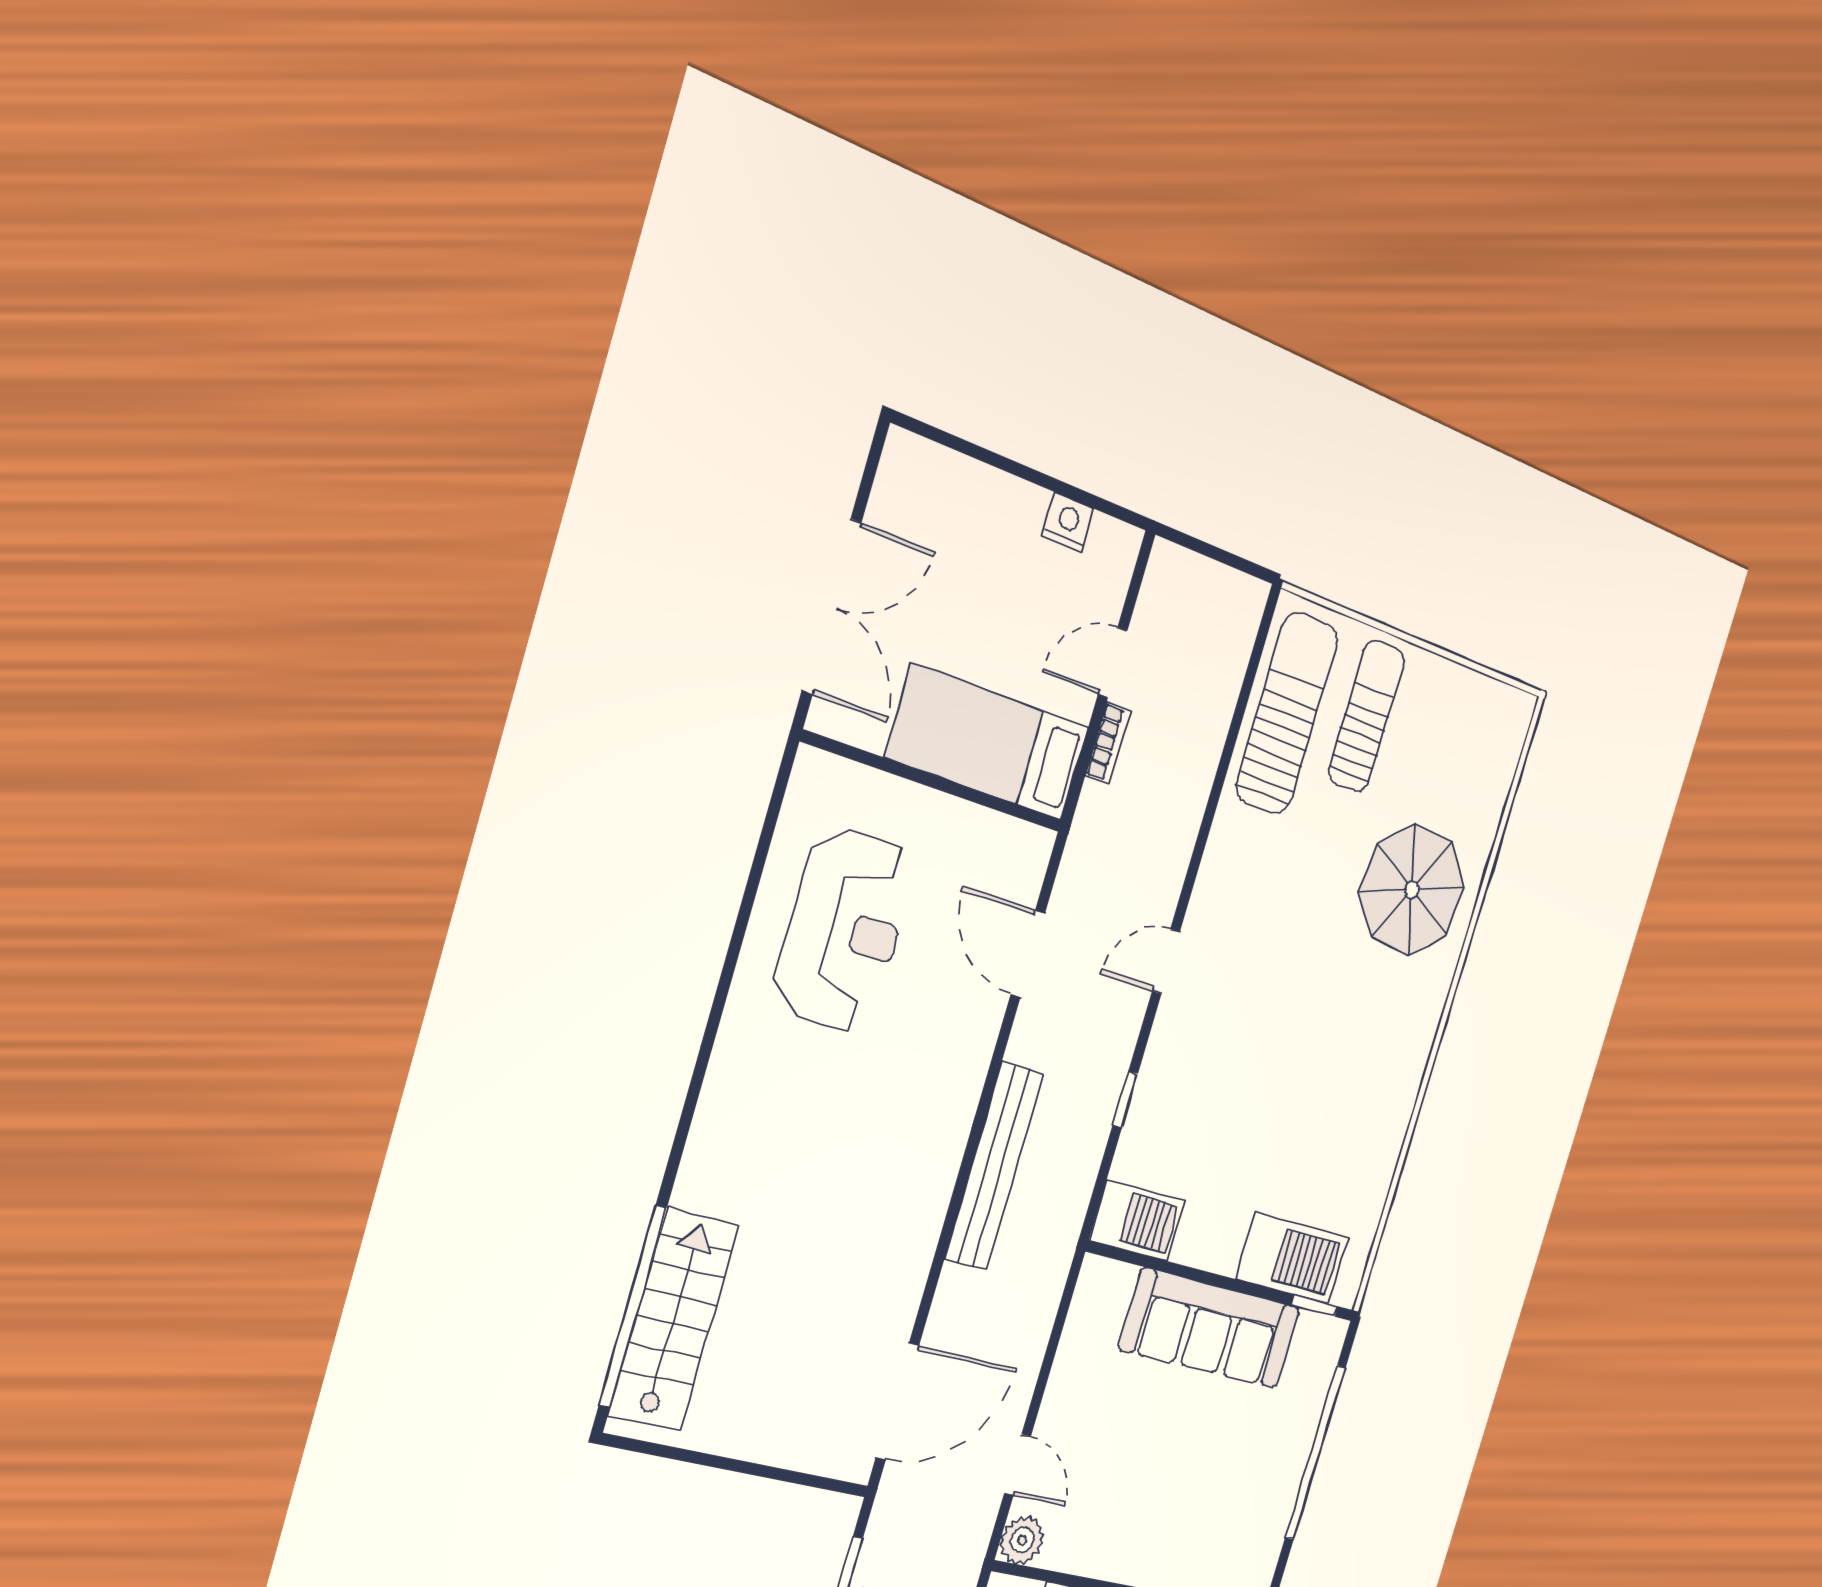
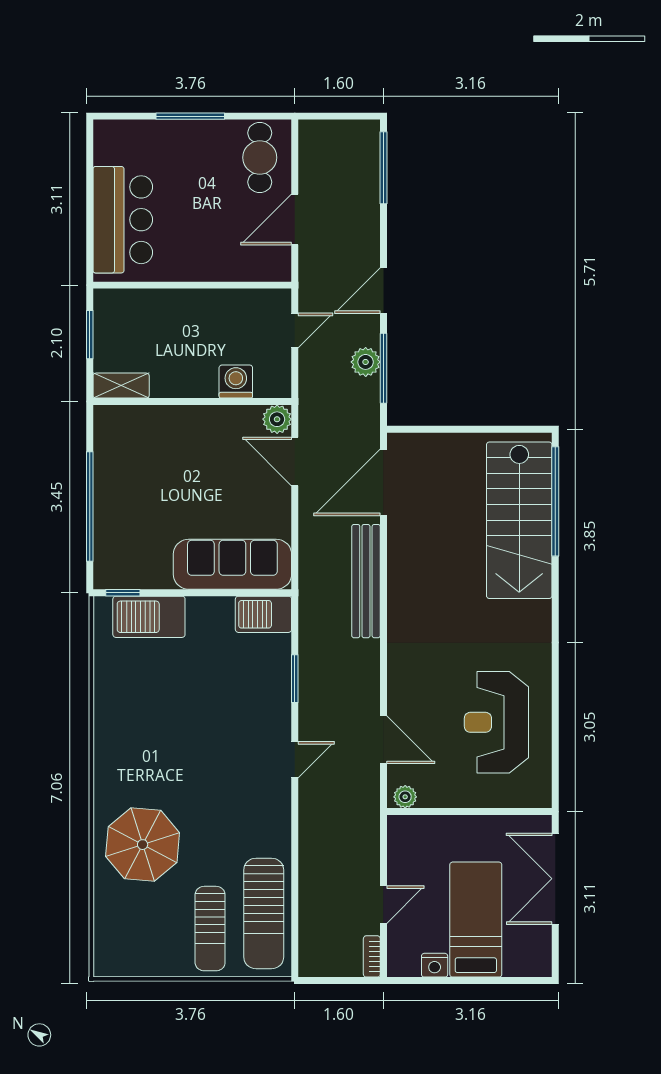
bed: (988, 742) -> (476, 920), moved, turned -90
bookcase: (1108, 743) -> (372, 956), moved
plant: (1025, 842) -> (405, 797), added
window: (1125, 1099) -> (295, 679), width x1.50
bench: (994, 1166) -> (366, 581), moved
stairs: (674, 1320) -> (519, 520), width x1.36, depth x1.51
sofa: (1210, 1328) -> (232, 564), moved
door: (1018, 1465) -> (295, 462), width x1.38

